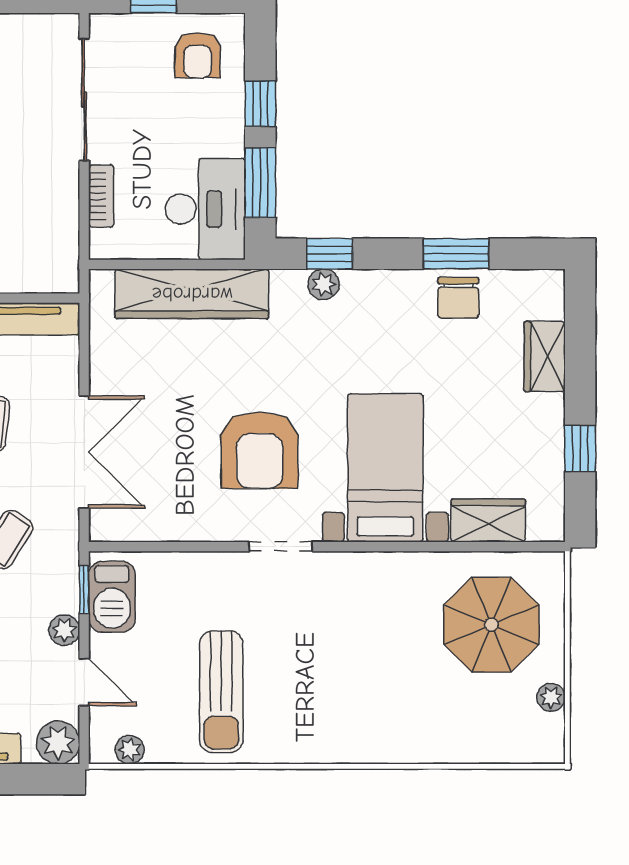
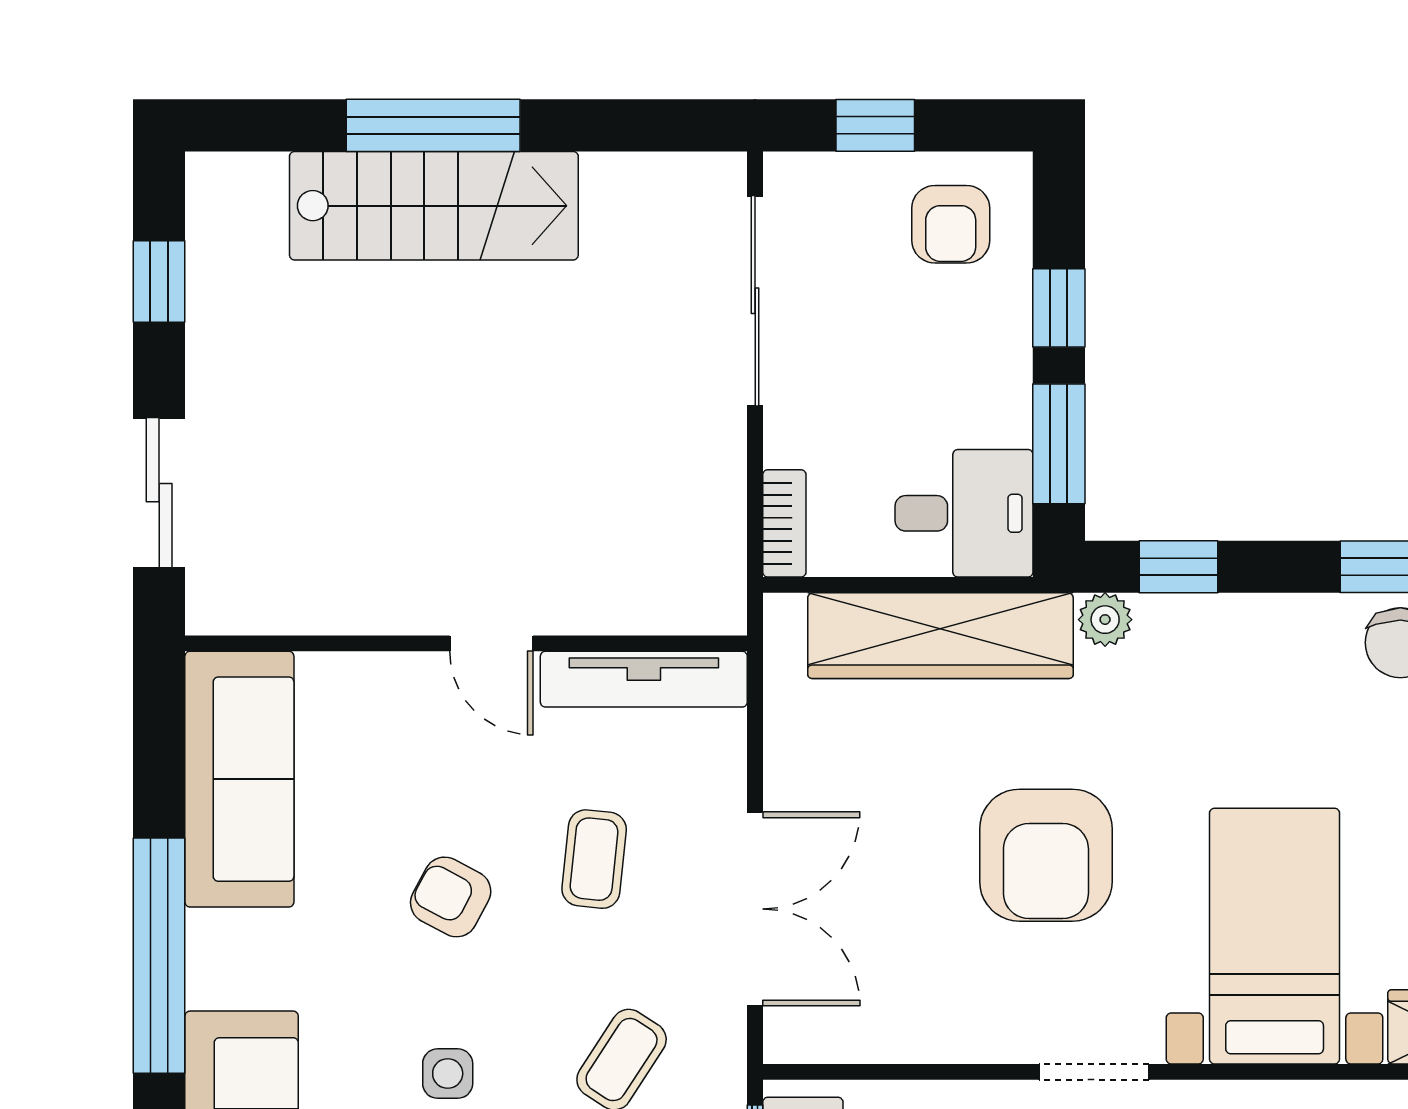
bookcase: (101, 196) -> (784, 523), moved
desk: (205, 209) -> (964, 513), width x0.73
plant: (324, 284) -> (1105, 620), moved
armchair: (260, 450) -> (1046, 855), moved

